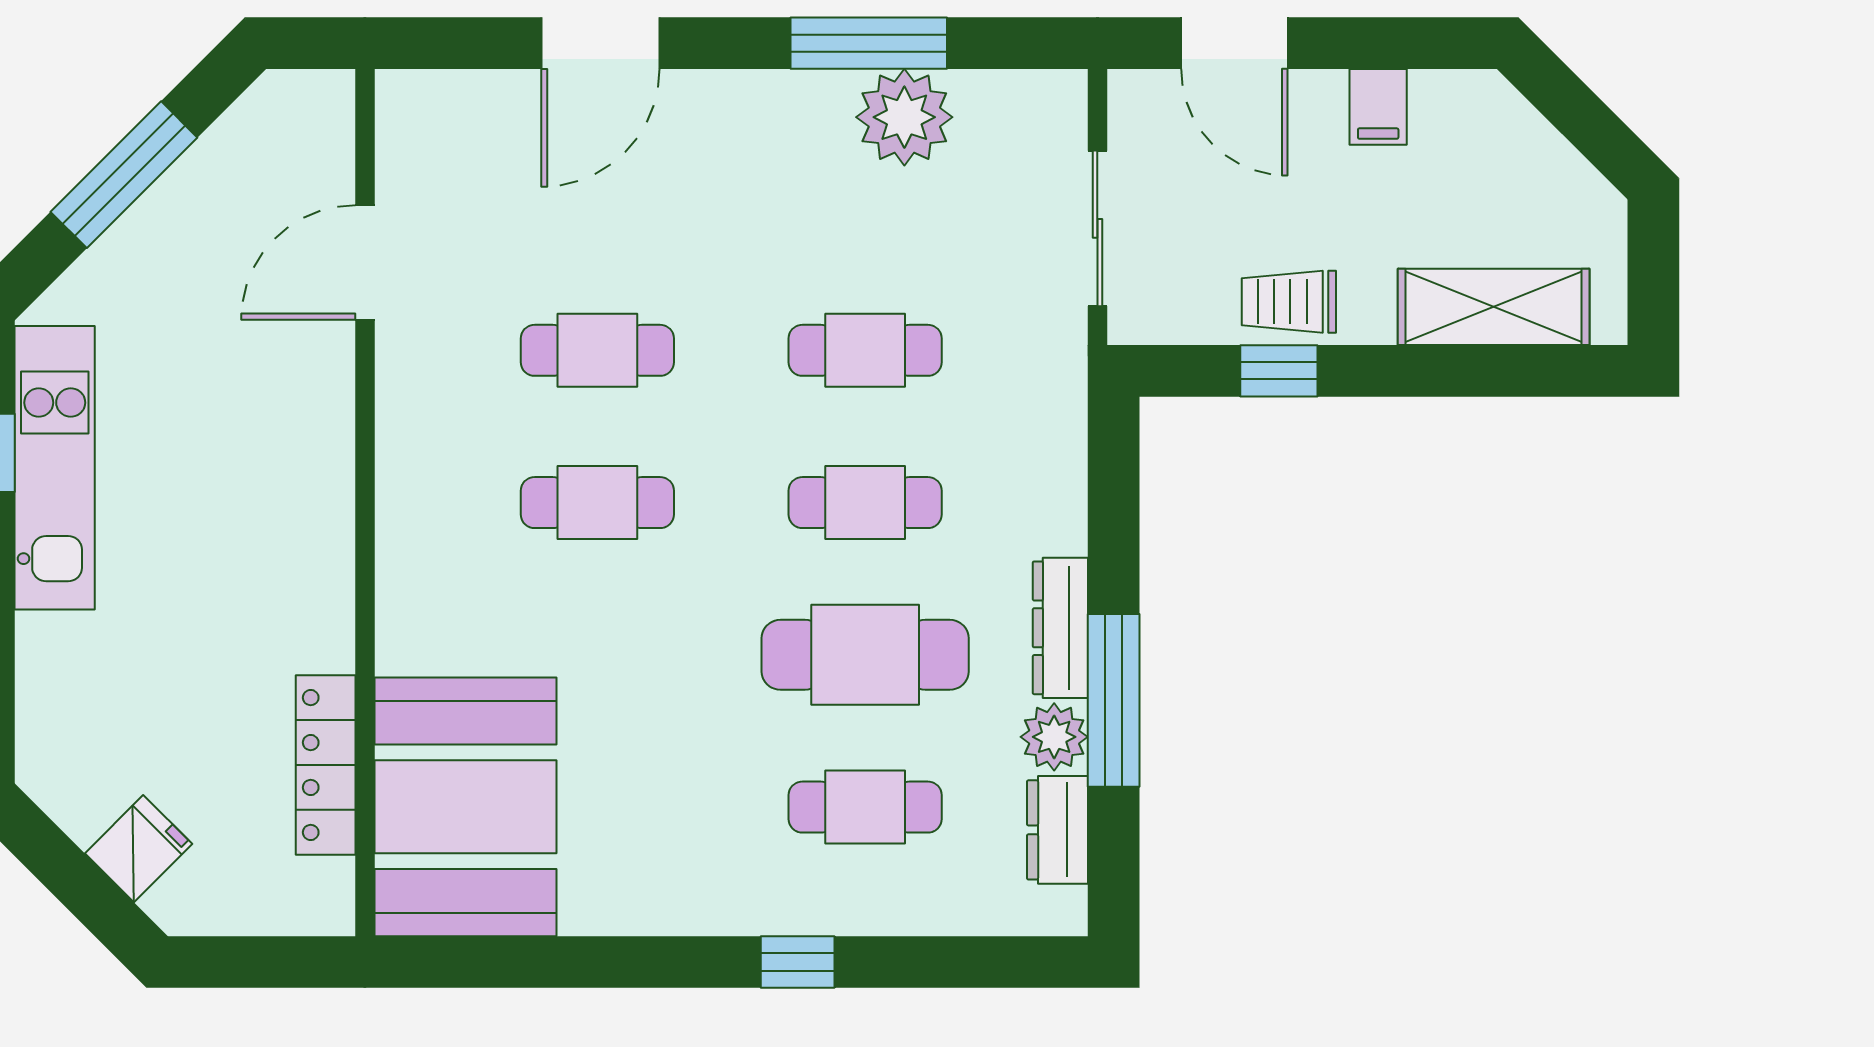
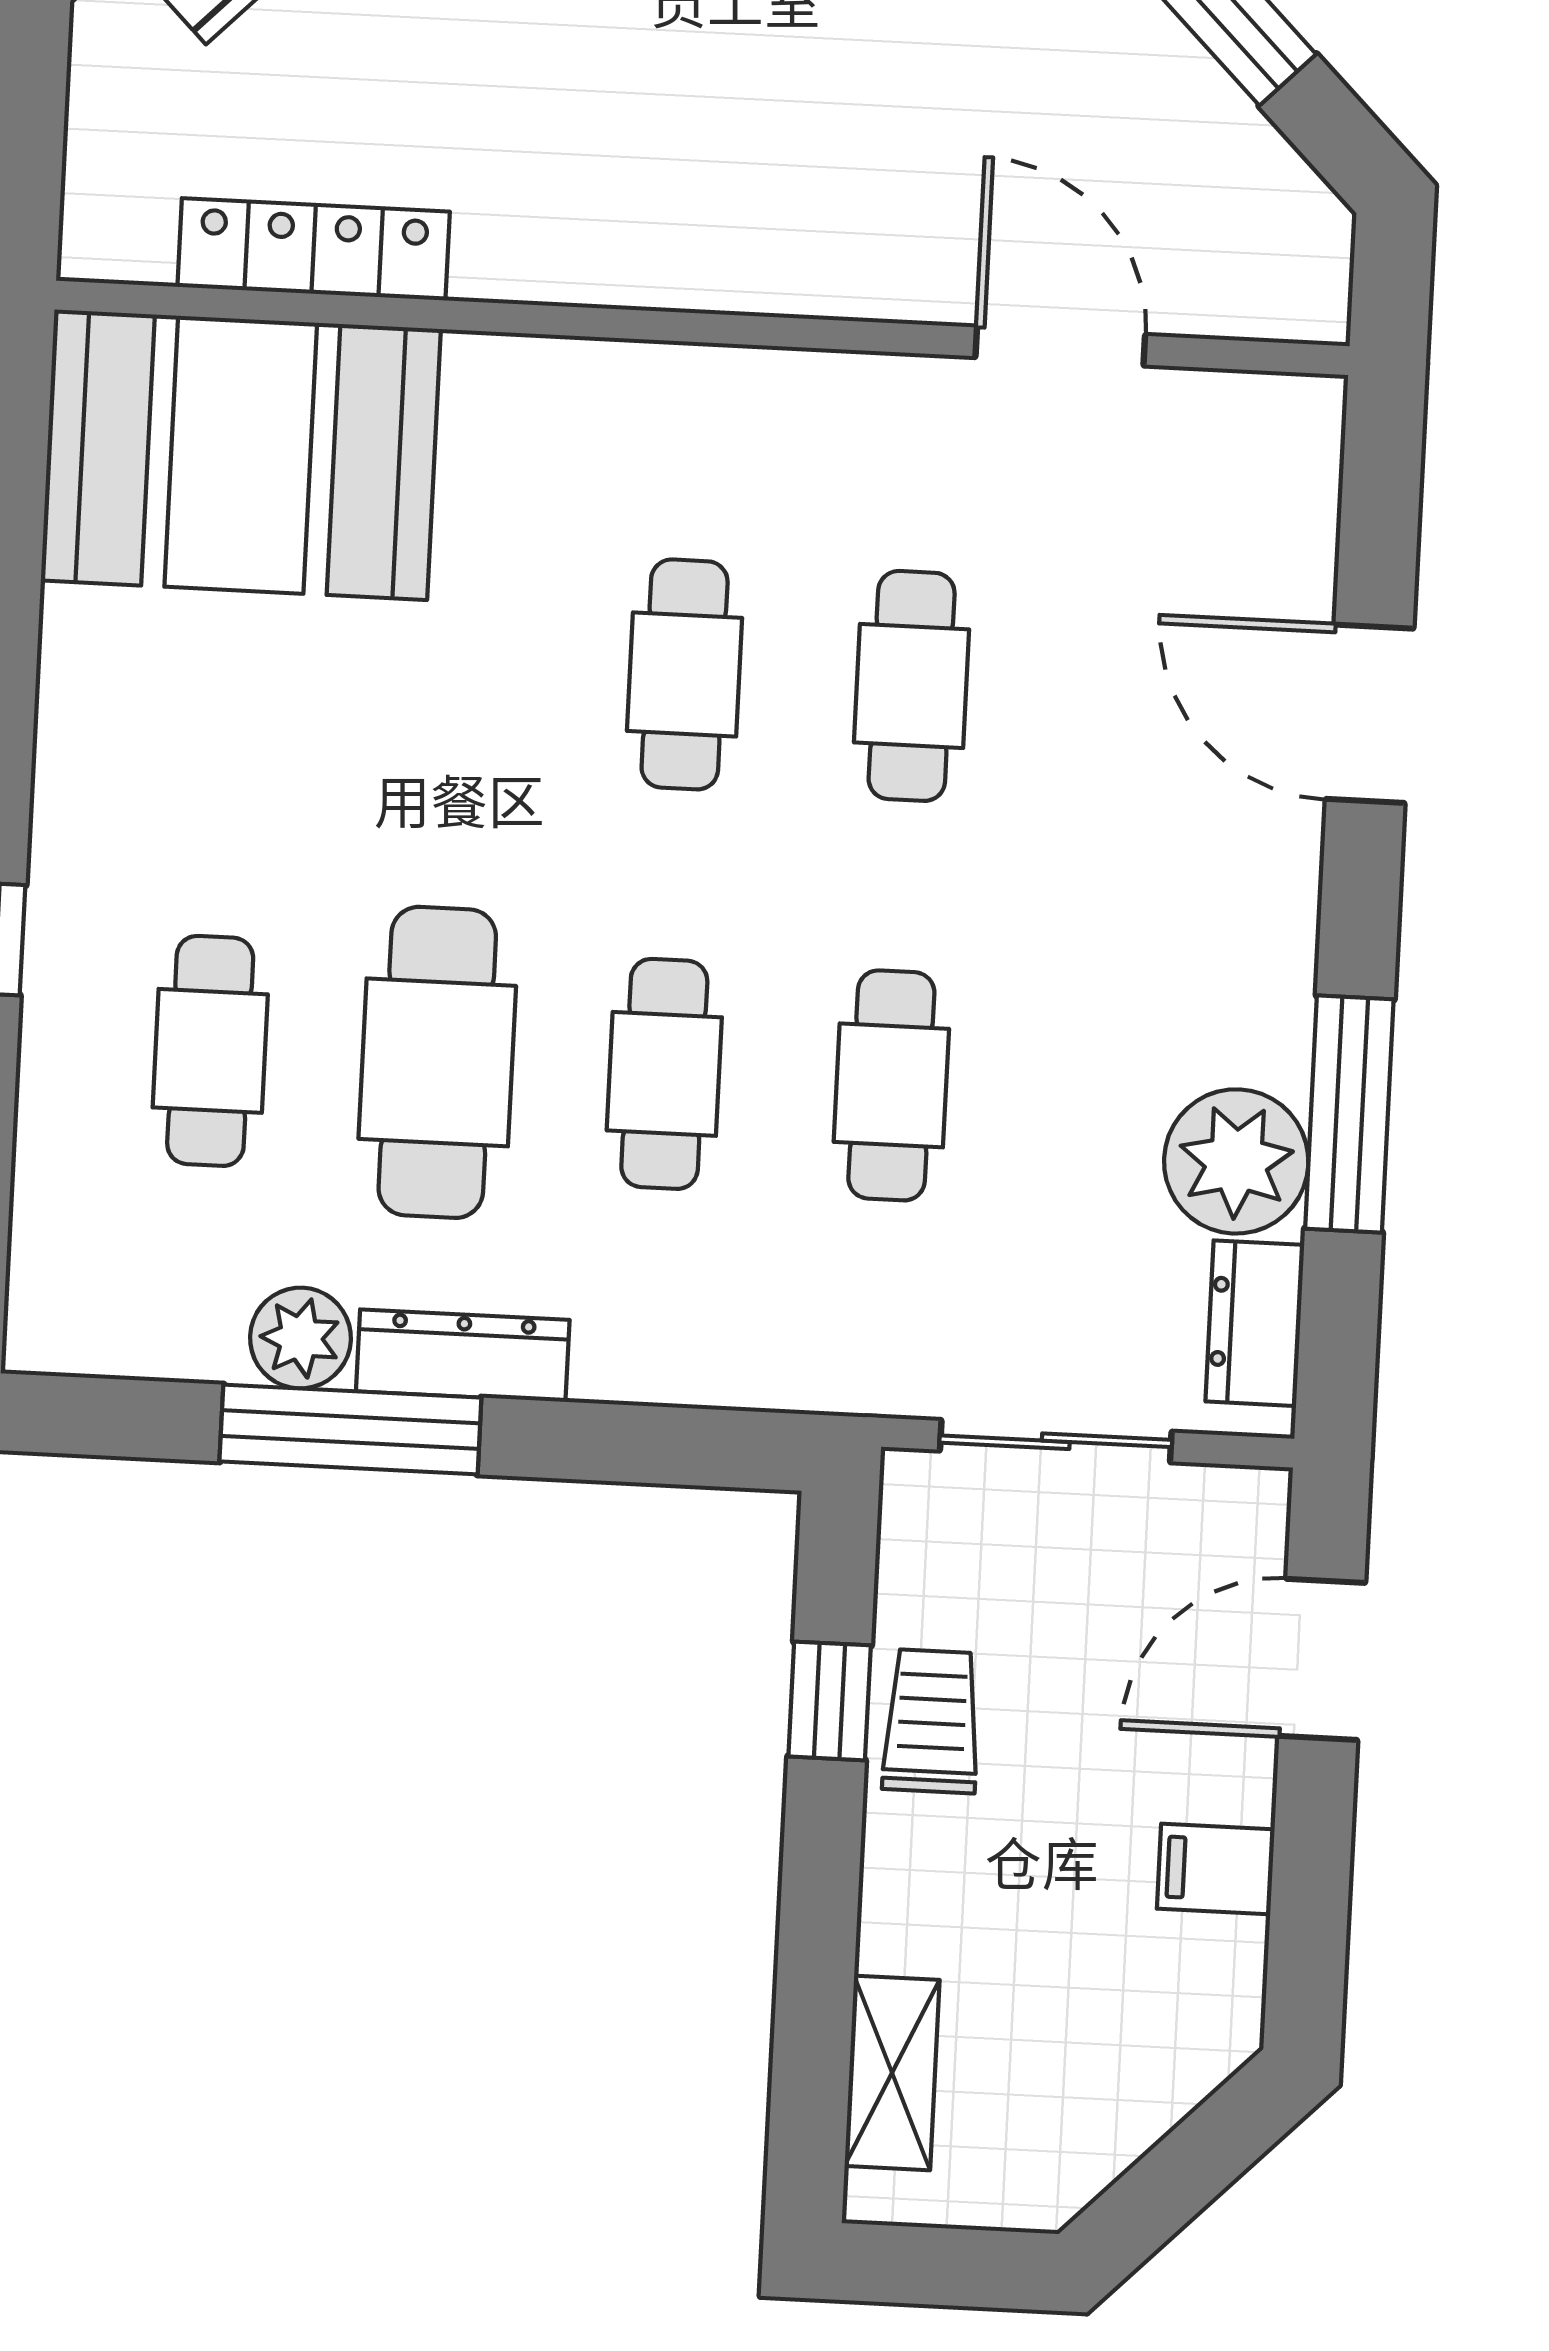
shelving: (1494, 307) -> (892, 2073), width x0.67, depth x0.75
dresser: (1057, 830) -> (1255, 1323), moved, turned -90

